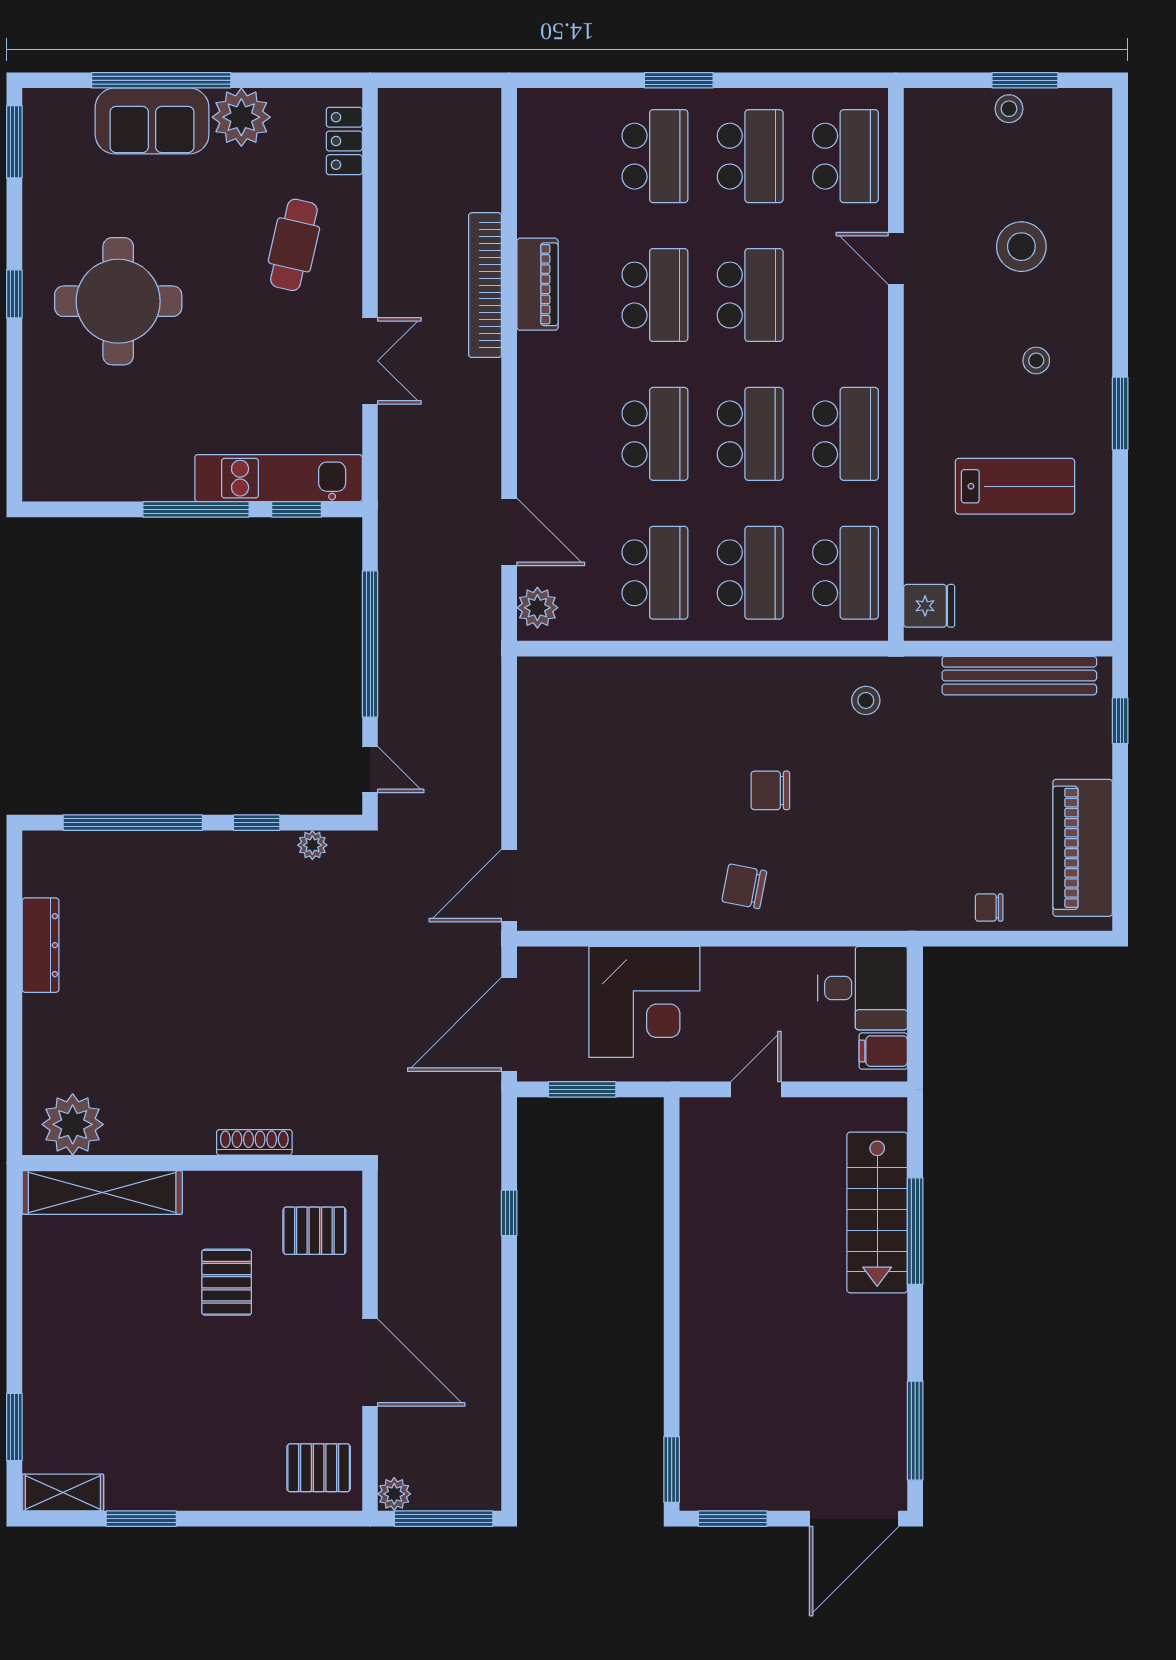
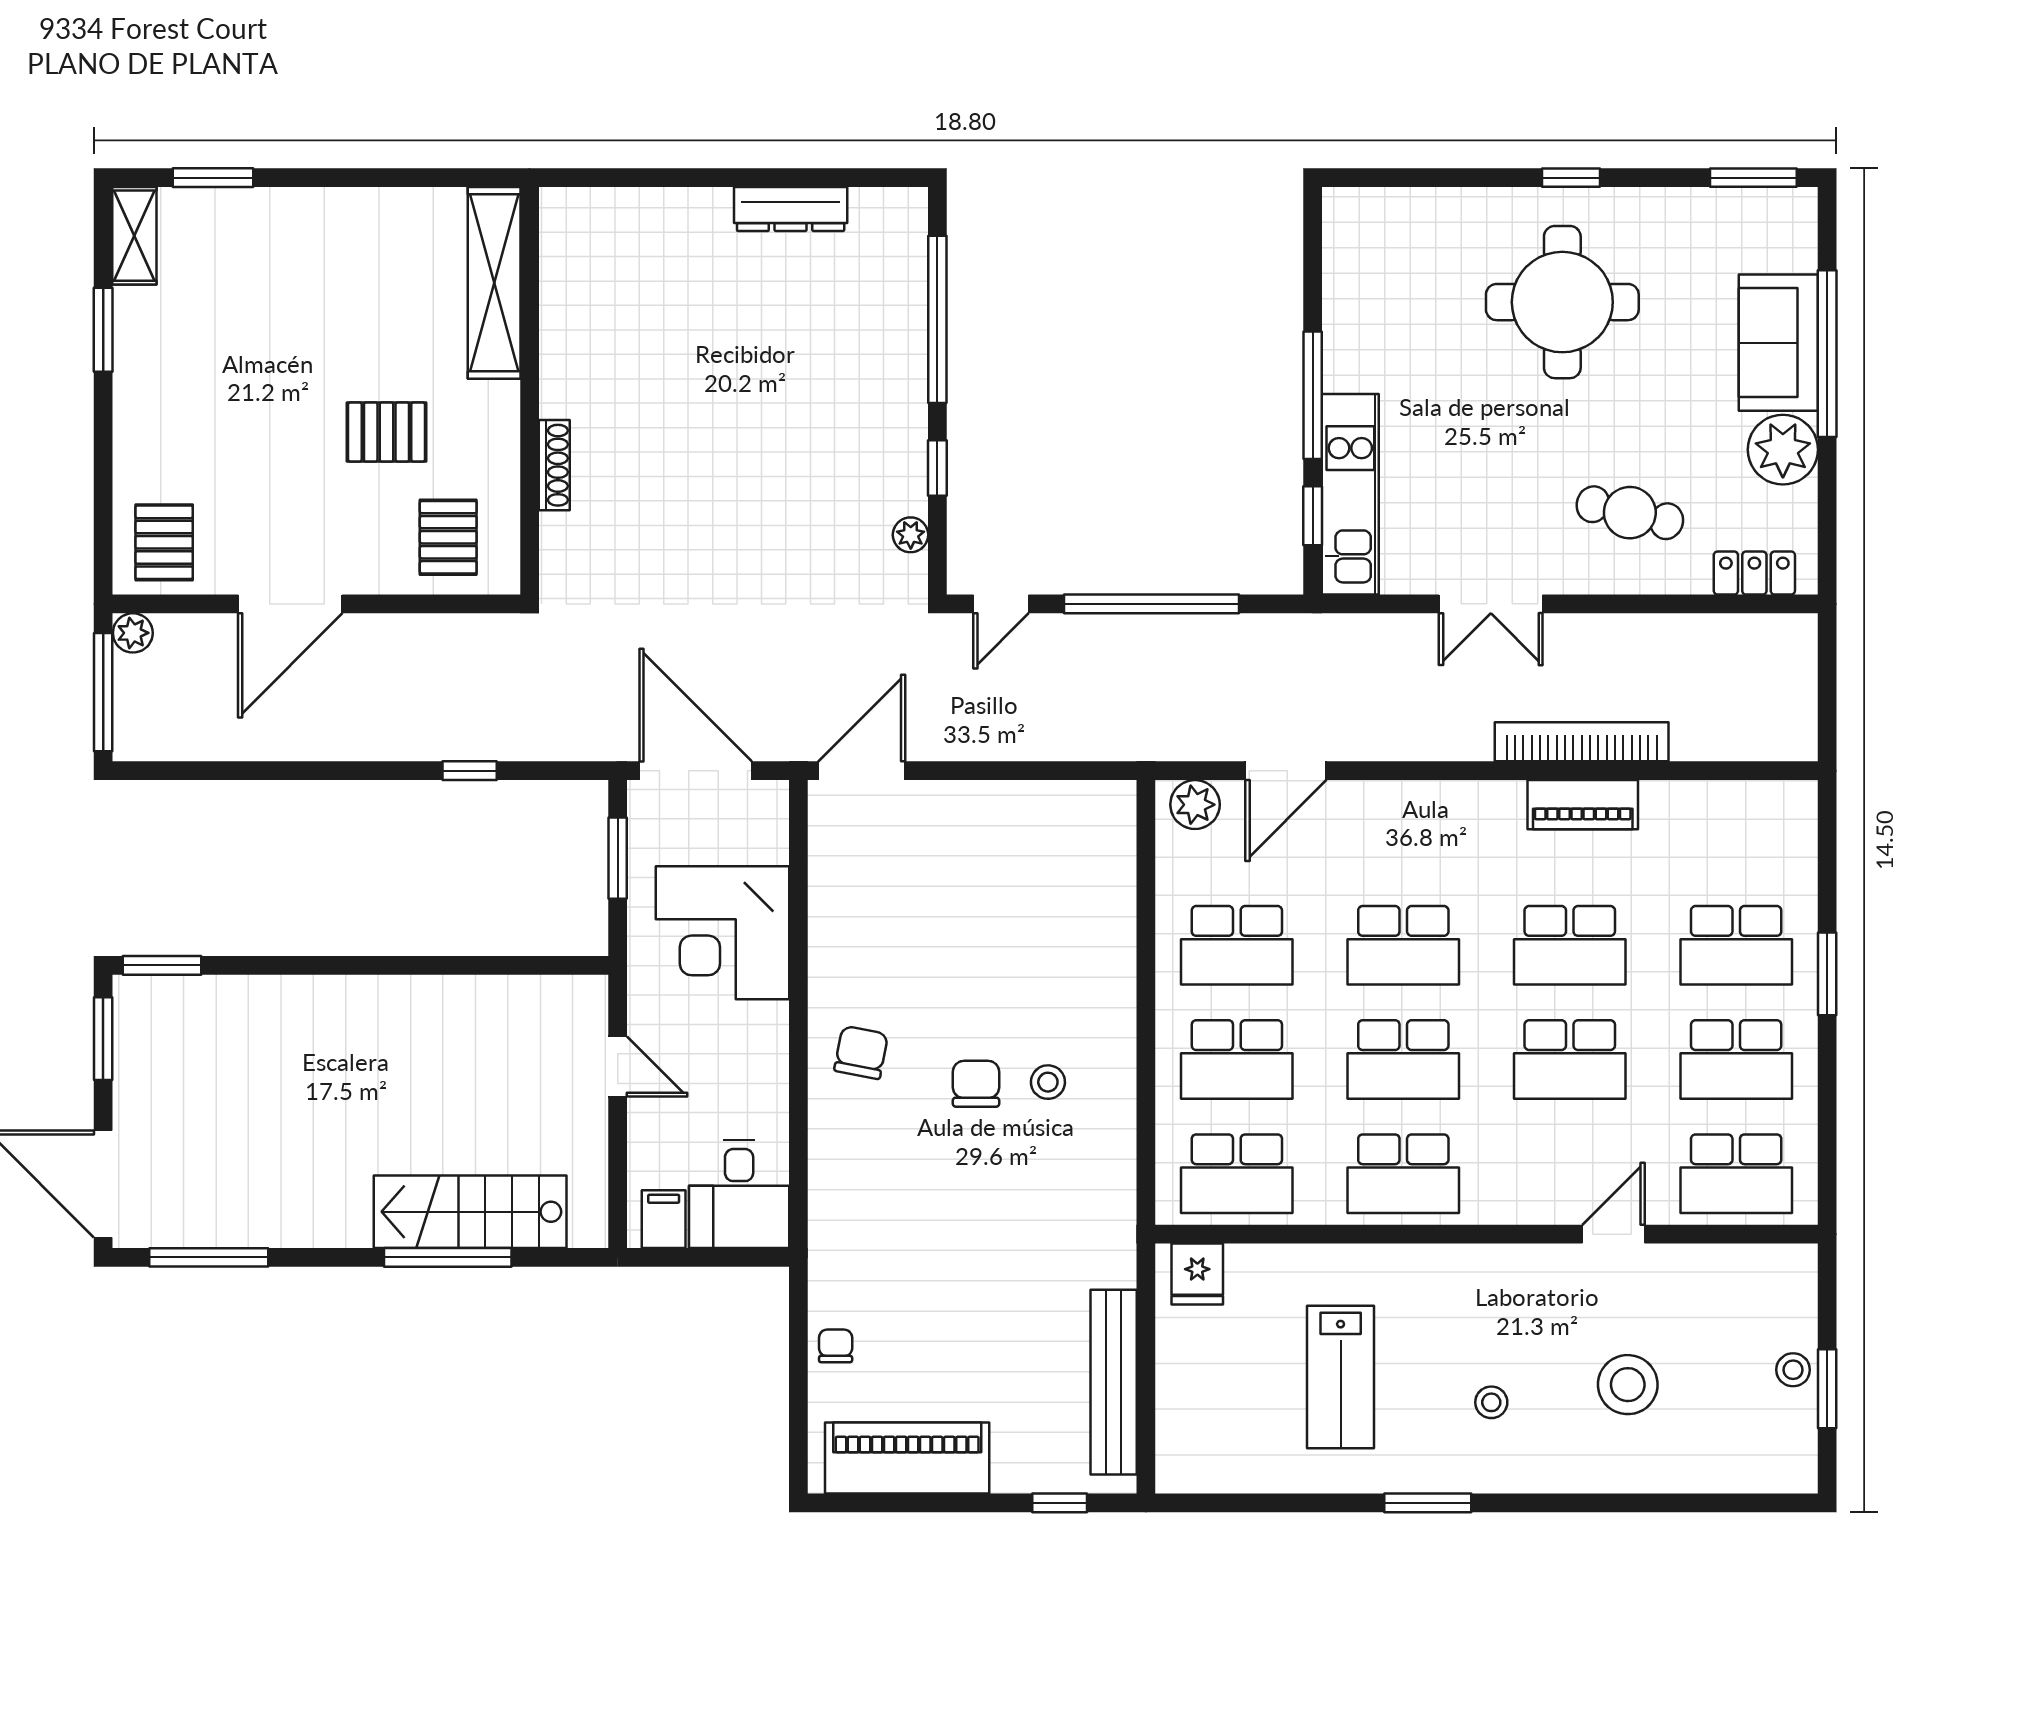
stool: (866, 700) -> (1048, 1082), moved
door: (509, 886) -> (862, 771), hinge flipped
plant: (73, 1124) -> (576, 247), removed

